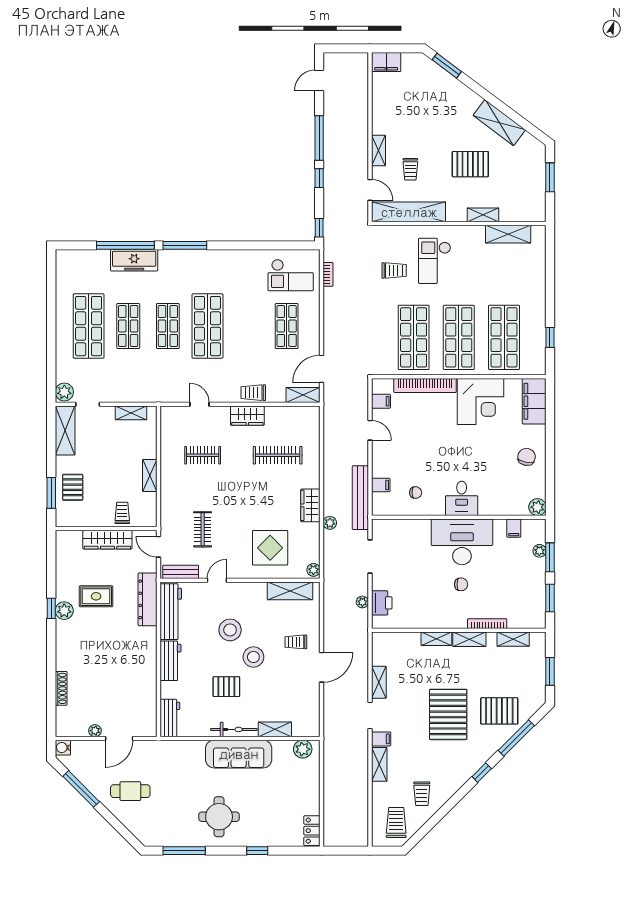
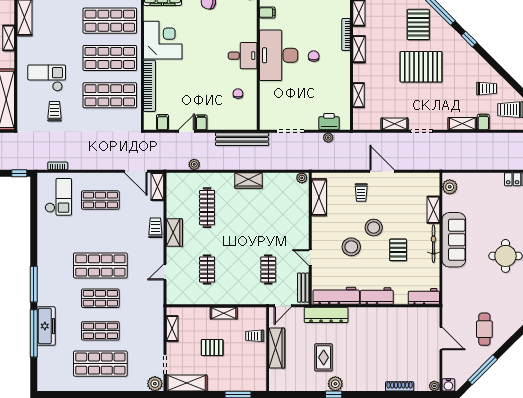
checkout: (435, 261) -> (47, 78), turned 180
trolley: (253, 393) -> (155, 228), turned 180
filing cabinet: (381, 485) -> (201, 122), moved
pallet: (73, 487) -> (212, 348), moved
plant: (330, 523) -> (194, 164), moved
clothes rail: (203, 529) -> (268, 269), turned 90
display table: (270, 548) -> (283, 214), removed
shelving: (436, 639) -> (359, 95), moved
plant: (95, 731) -> (434, 386), moved
filing cabinet: (381, 739) -> (483, 122), moved

